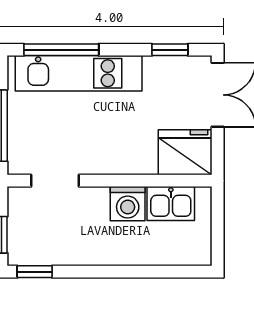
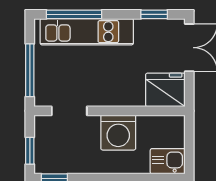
kitchen sink: (171, 203) -> (168, 161), moved, turned 180
washing machine: (128, 204) -> (118, 133), width x1.37, depth x1.37

